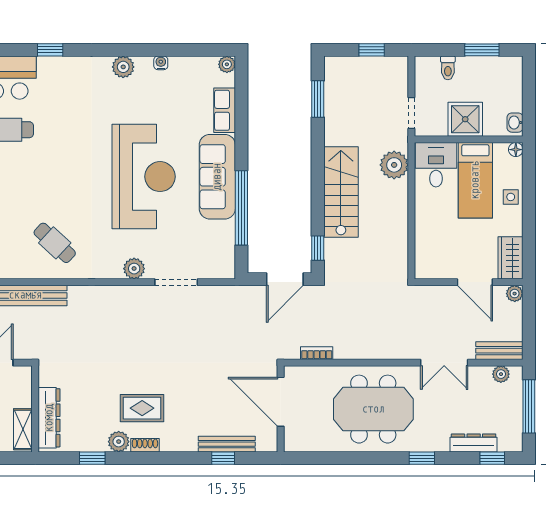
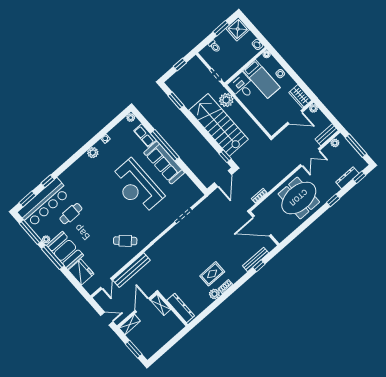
window: (50, 50) -> (48, 181), moved
shower: (465, 119) -> (238, 29), moved
reception desk: (144, 177) -> (137, 187), turned 180
stairs: (341, 192) -> (219, 125), width x1.36, depth x1.51
window: (241, 208) -> (165, 145), moved
plant: (134, 269) -> (163, 224), removed
shelving: (23, 429) -> (161, 305), moved
window: (92, 458) -> (210, 309), removed

